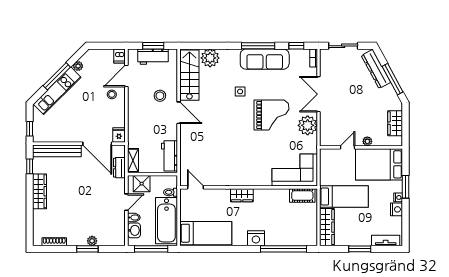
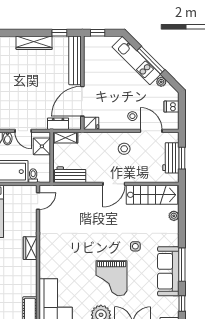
dishwasher: (120, 56) -> (171, 107), moved
plant: (210, 58) -> (174, 216), width x0.53, depth x0.53
stool: (160, 96) -> (124, 149), moved

